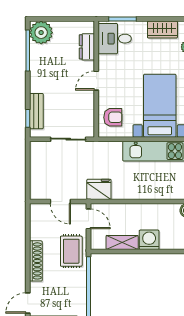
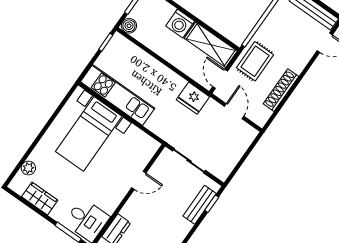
door: (96, 81) -> (139, 180), moved
armchair: (113, 117) -> (137, 153), removed
shelving: (122, 242) -> (211, 45), width x1.50, depth x1.33
shoe rack: (36, 261) -> (281, 90), moved

